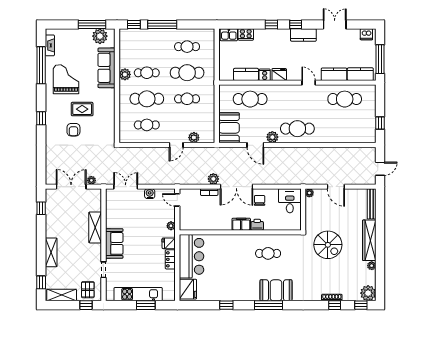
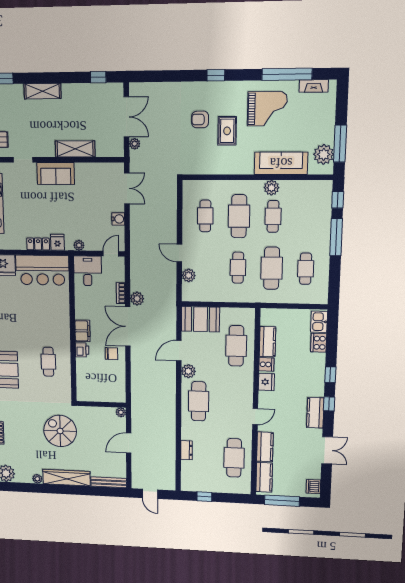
dresser: (340, 138) -> (186, 450), added
desk: (290, 201) -> (88, 271), moved, turned -90
spiral stairs: (328, 245) -> (60, 431), turned 90

